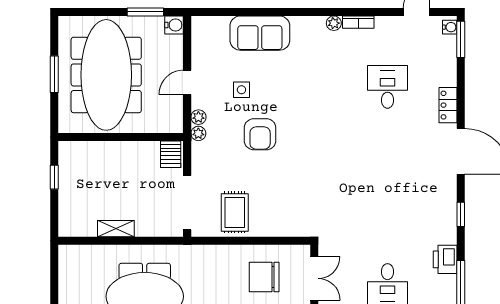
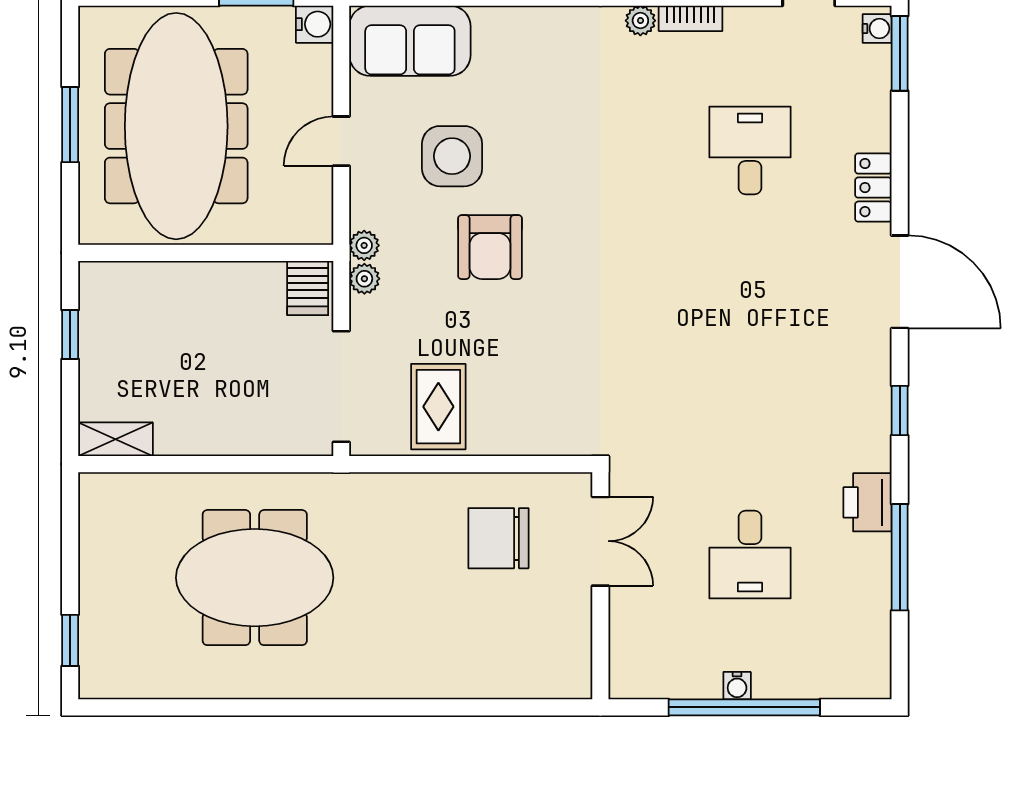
sofa: (260, 33) -> (410, 41), moved
side table: (241, 90) -> (452, 156), width x1.87, depth x1.87
plant: (198, 117) -> (364, 279), moved
shelving: (116, 229) -> (115, 439), moved

